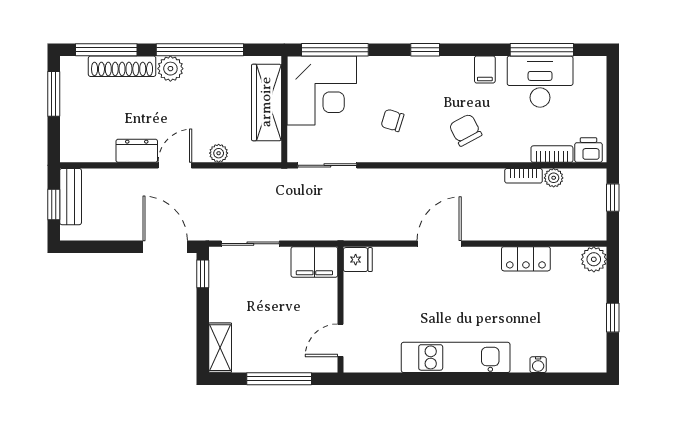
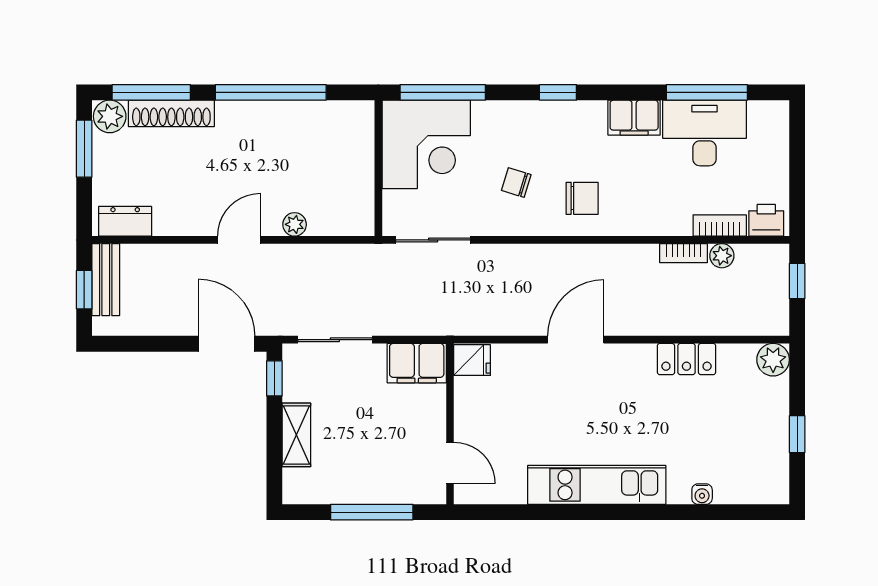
plant: (170, 69) -> (110, 116), moved
filing cabinet: (485, 69) -> (634, 118), width x2.00
wardrobe: (266, 102) -> (356, 160), removed
chair: (465, 130) -> (582, 198), moved, turned 118
dresser: (137, 151) -> (125, 221), moved
door: (340, 340) -> (450, 463), swing flipped
shelving: (220, 348) -> (296, 435), moved

